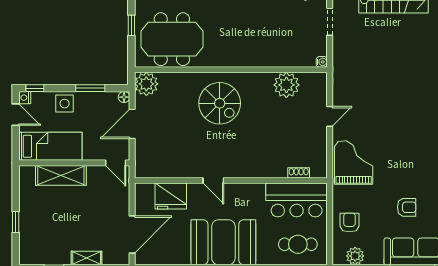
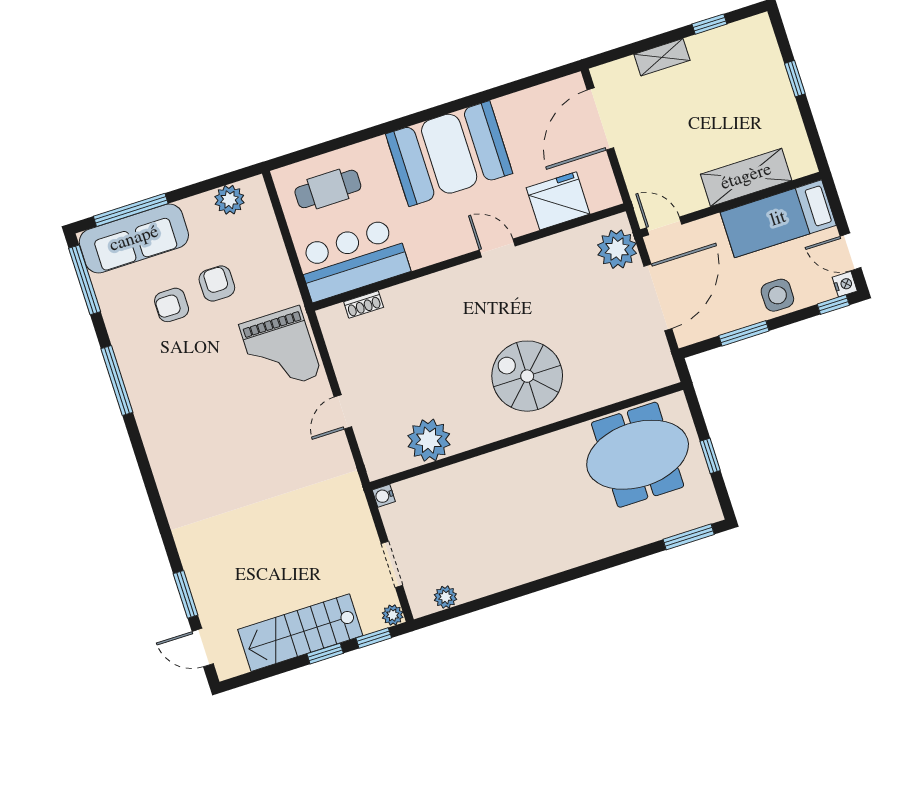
plant: (146, 84) -> (617, 249), moved
floor lamp: (124, 97) -> (685, 336), removed
door: (132, 124) -> (658, 297), width x1.36
armchair: (350, 222) -> (217, 283), moved, turned 180

